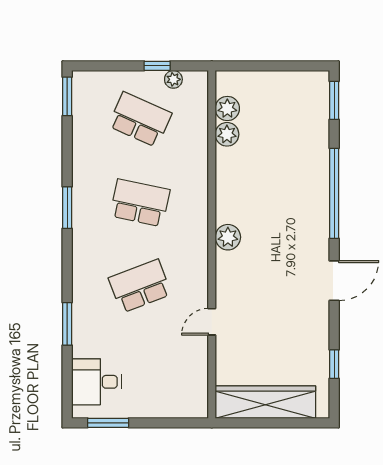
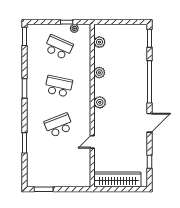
plant: (227, 134) -> (99, 73), moved
desk: (96, 382) -> (38, 170), removed

